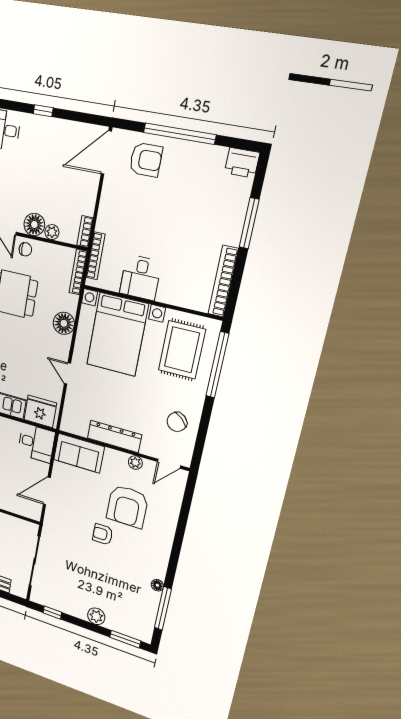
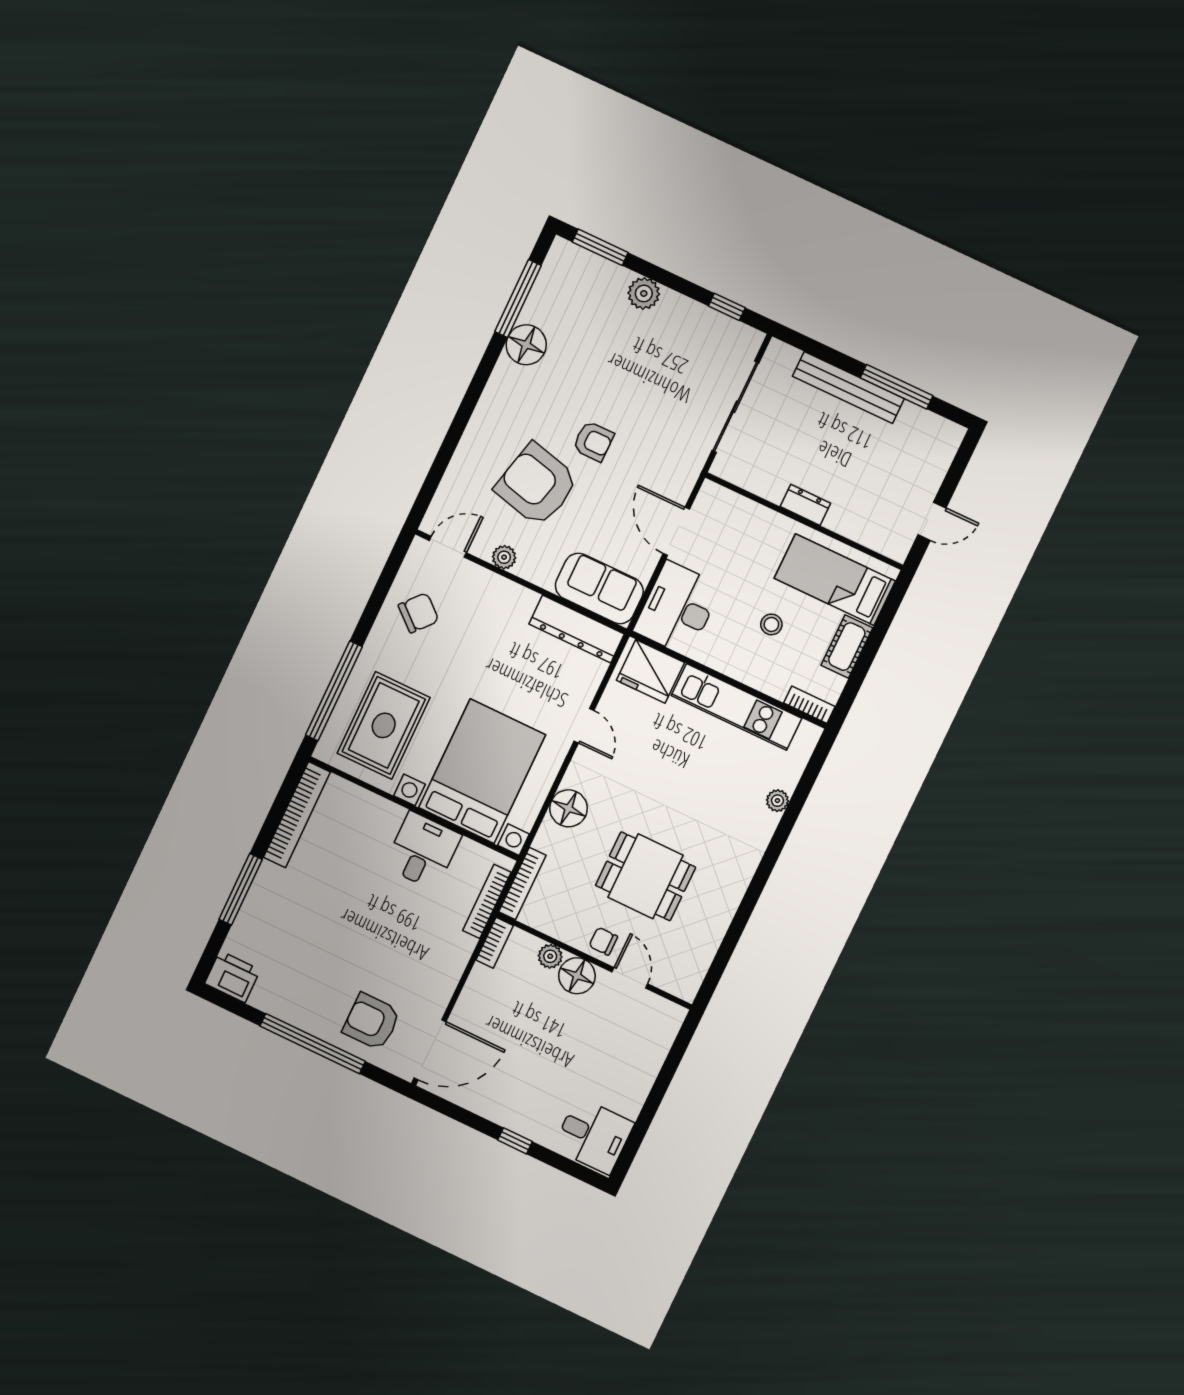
dresser: (114, 436) -> (577, 629), moved
desk: (36, 443) -> (678, 608), width x1.37
door: (47, 491) -> (676, 531), swing flipped
armchair: (127, 506) -> (537, 485), turned -76
floor lamp: (157, 585) -> (526, 345), width x1.89, depth x1.89

